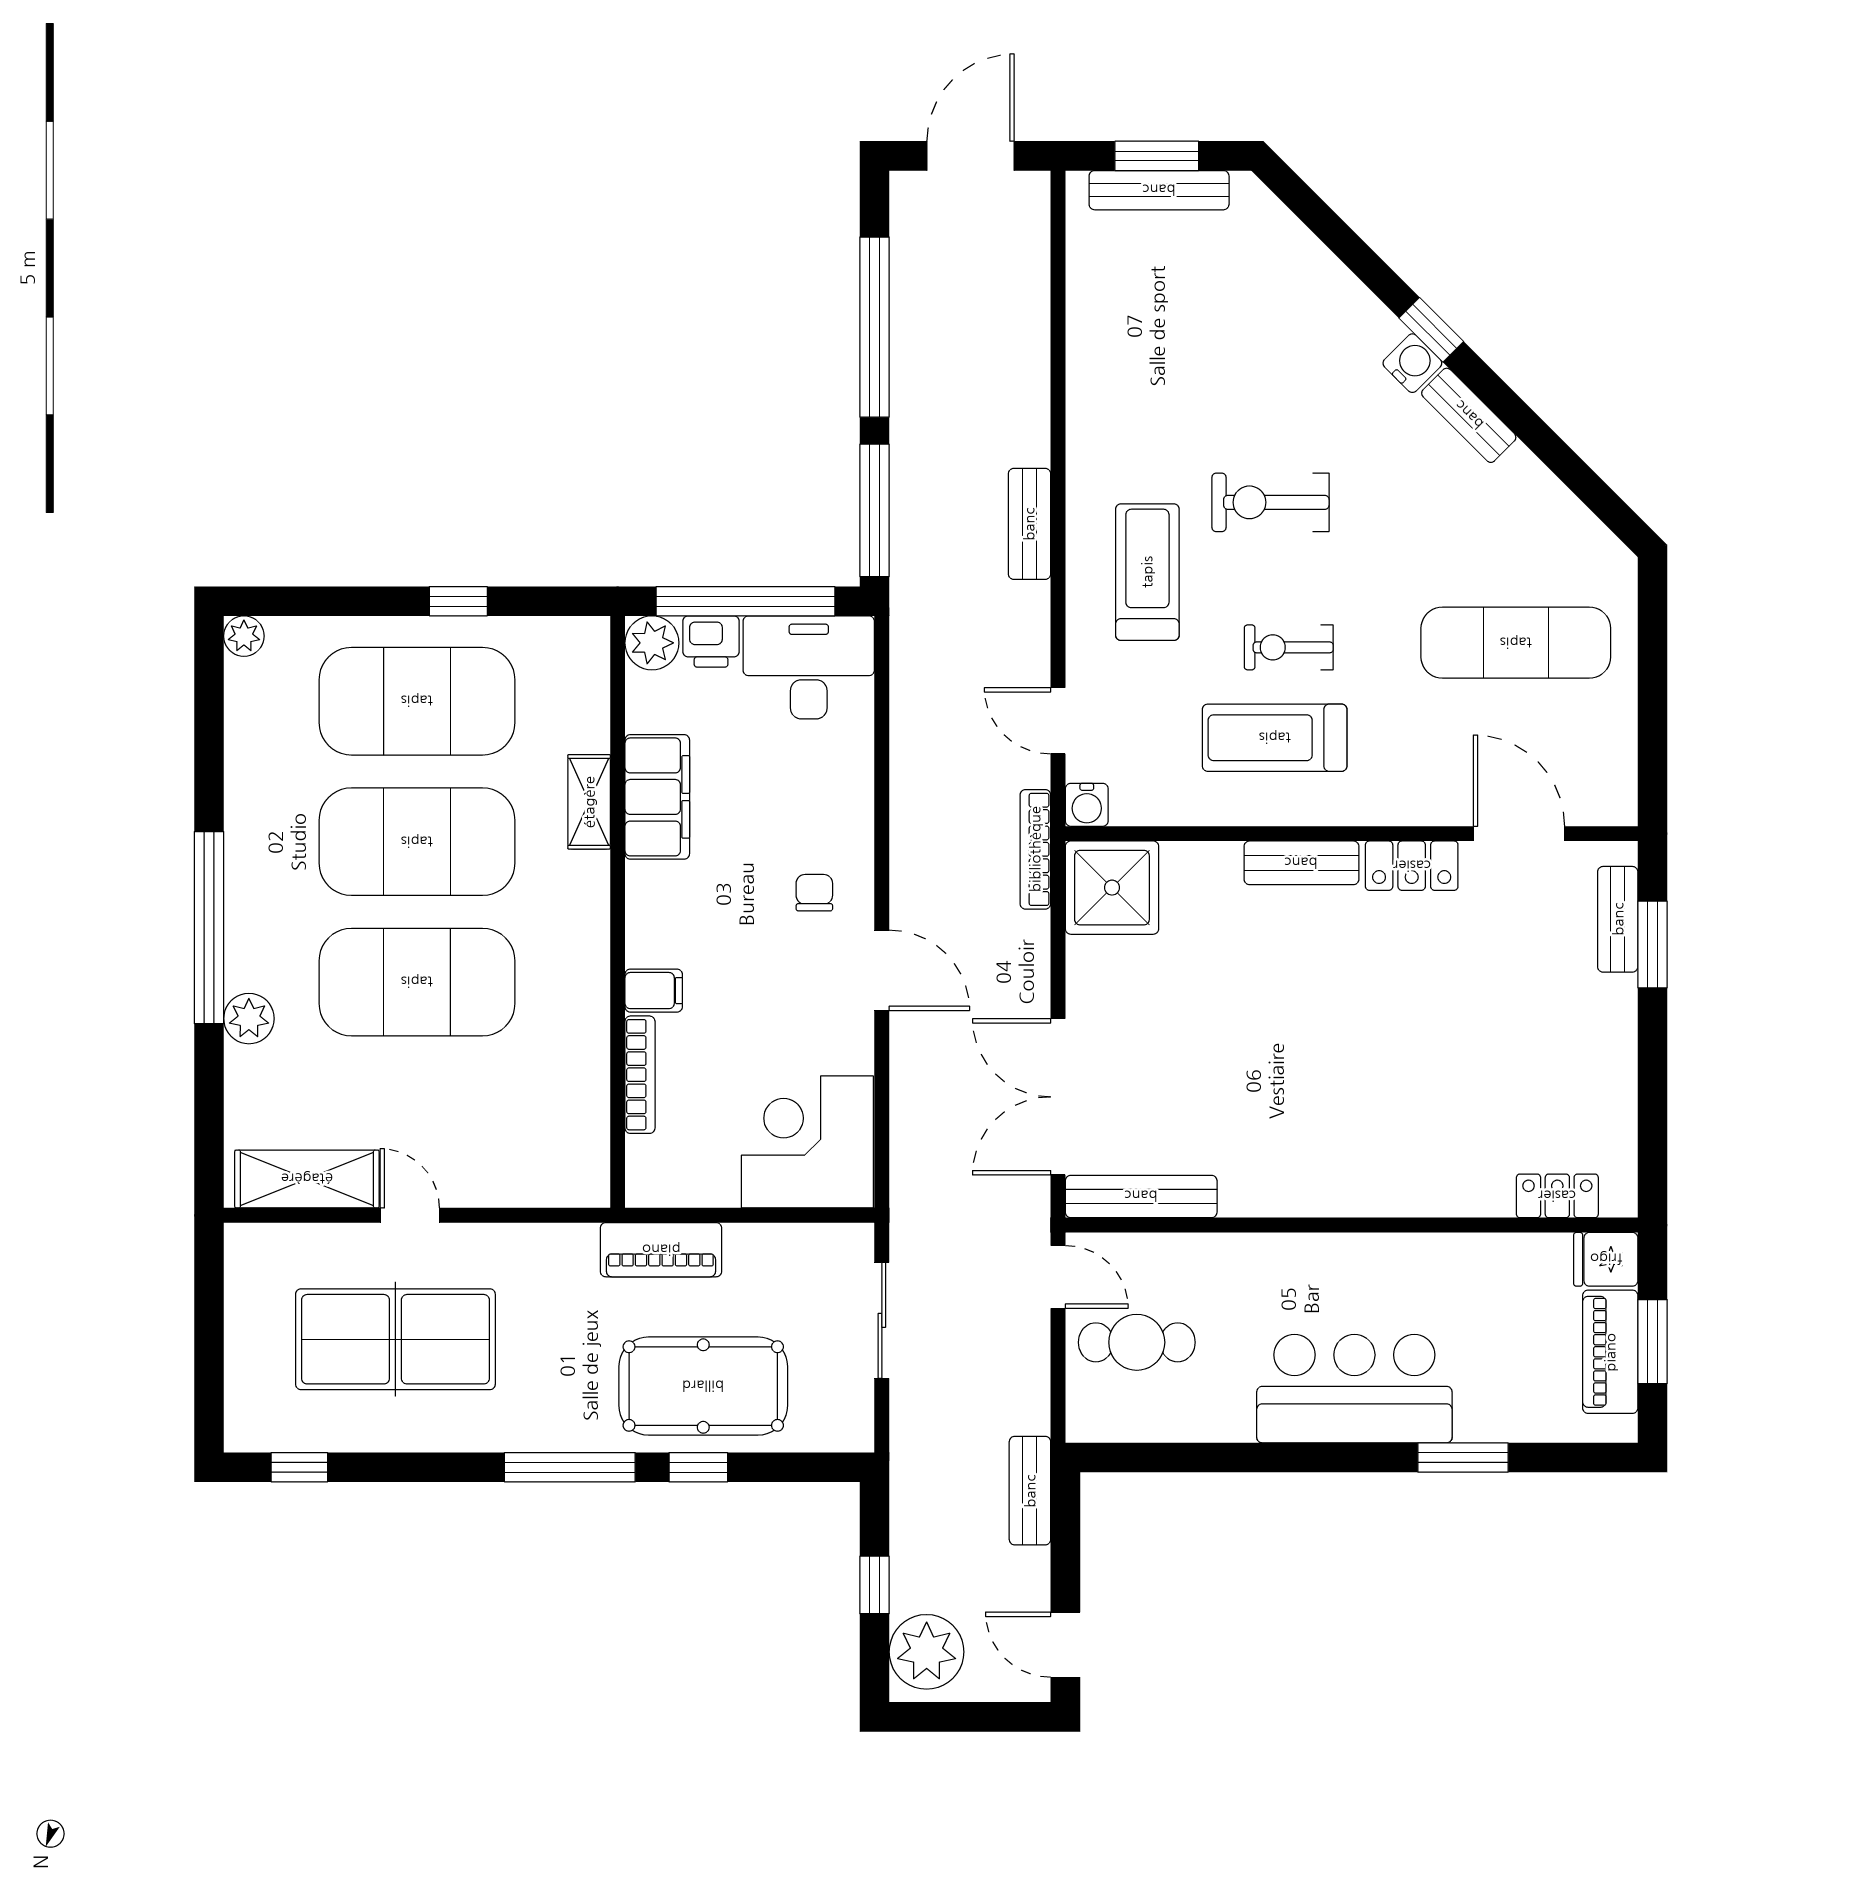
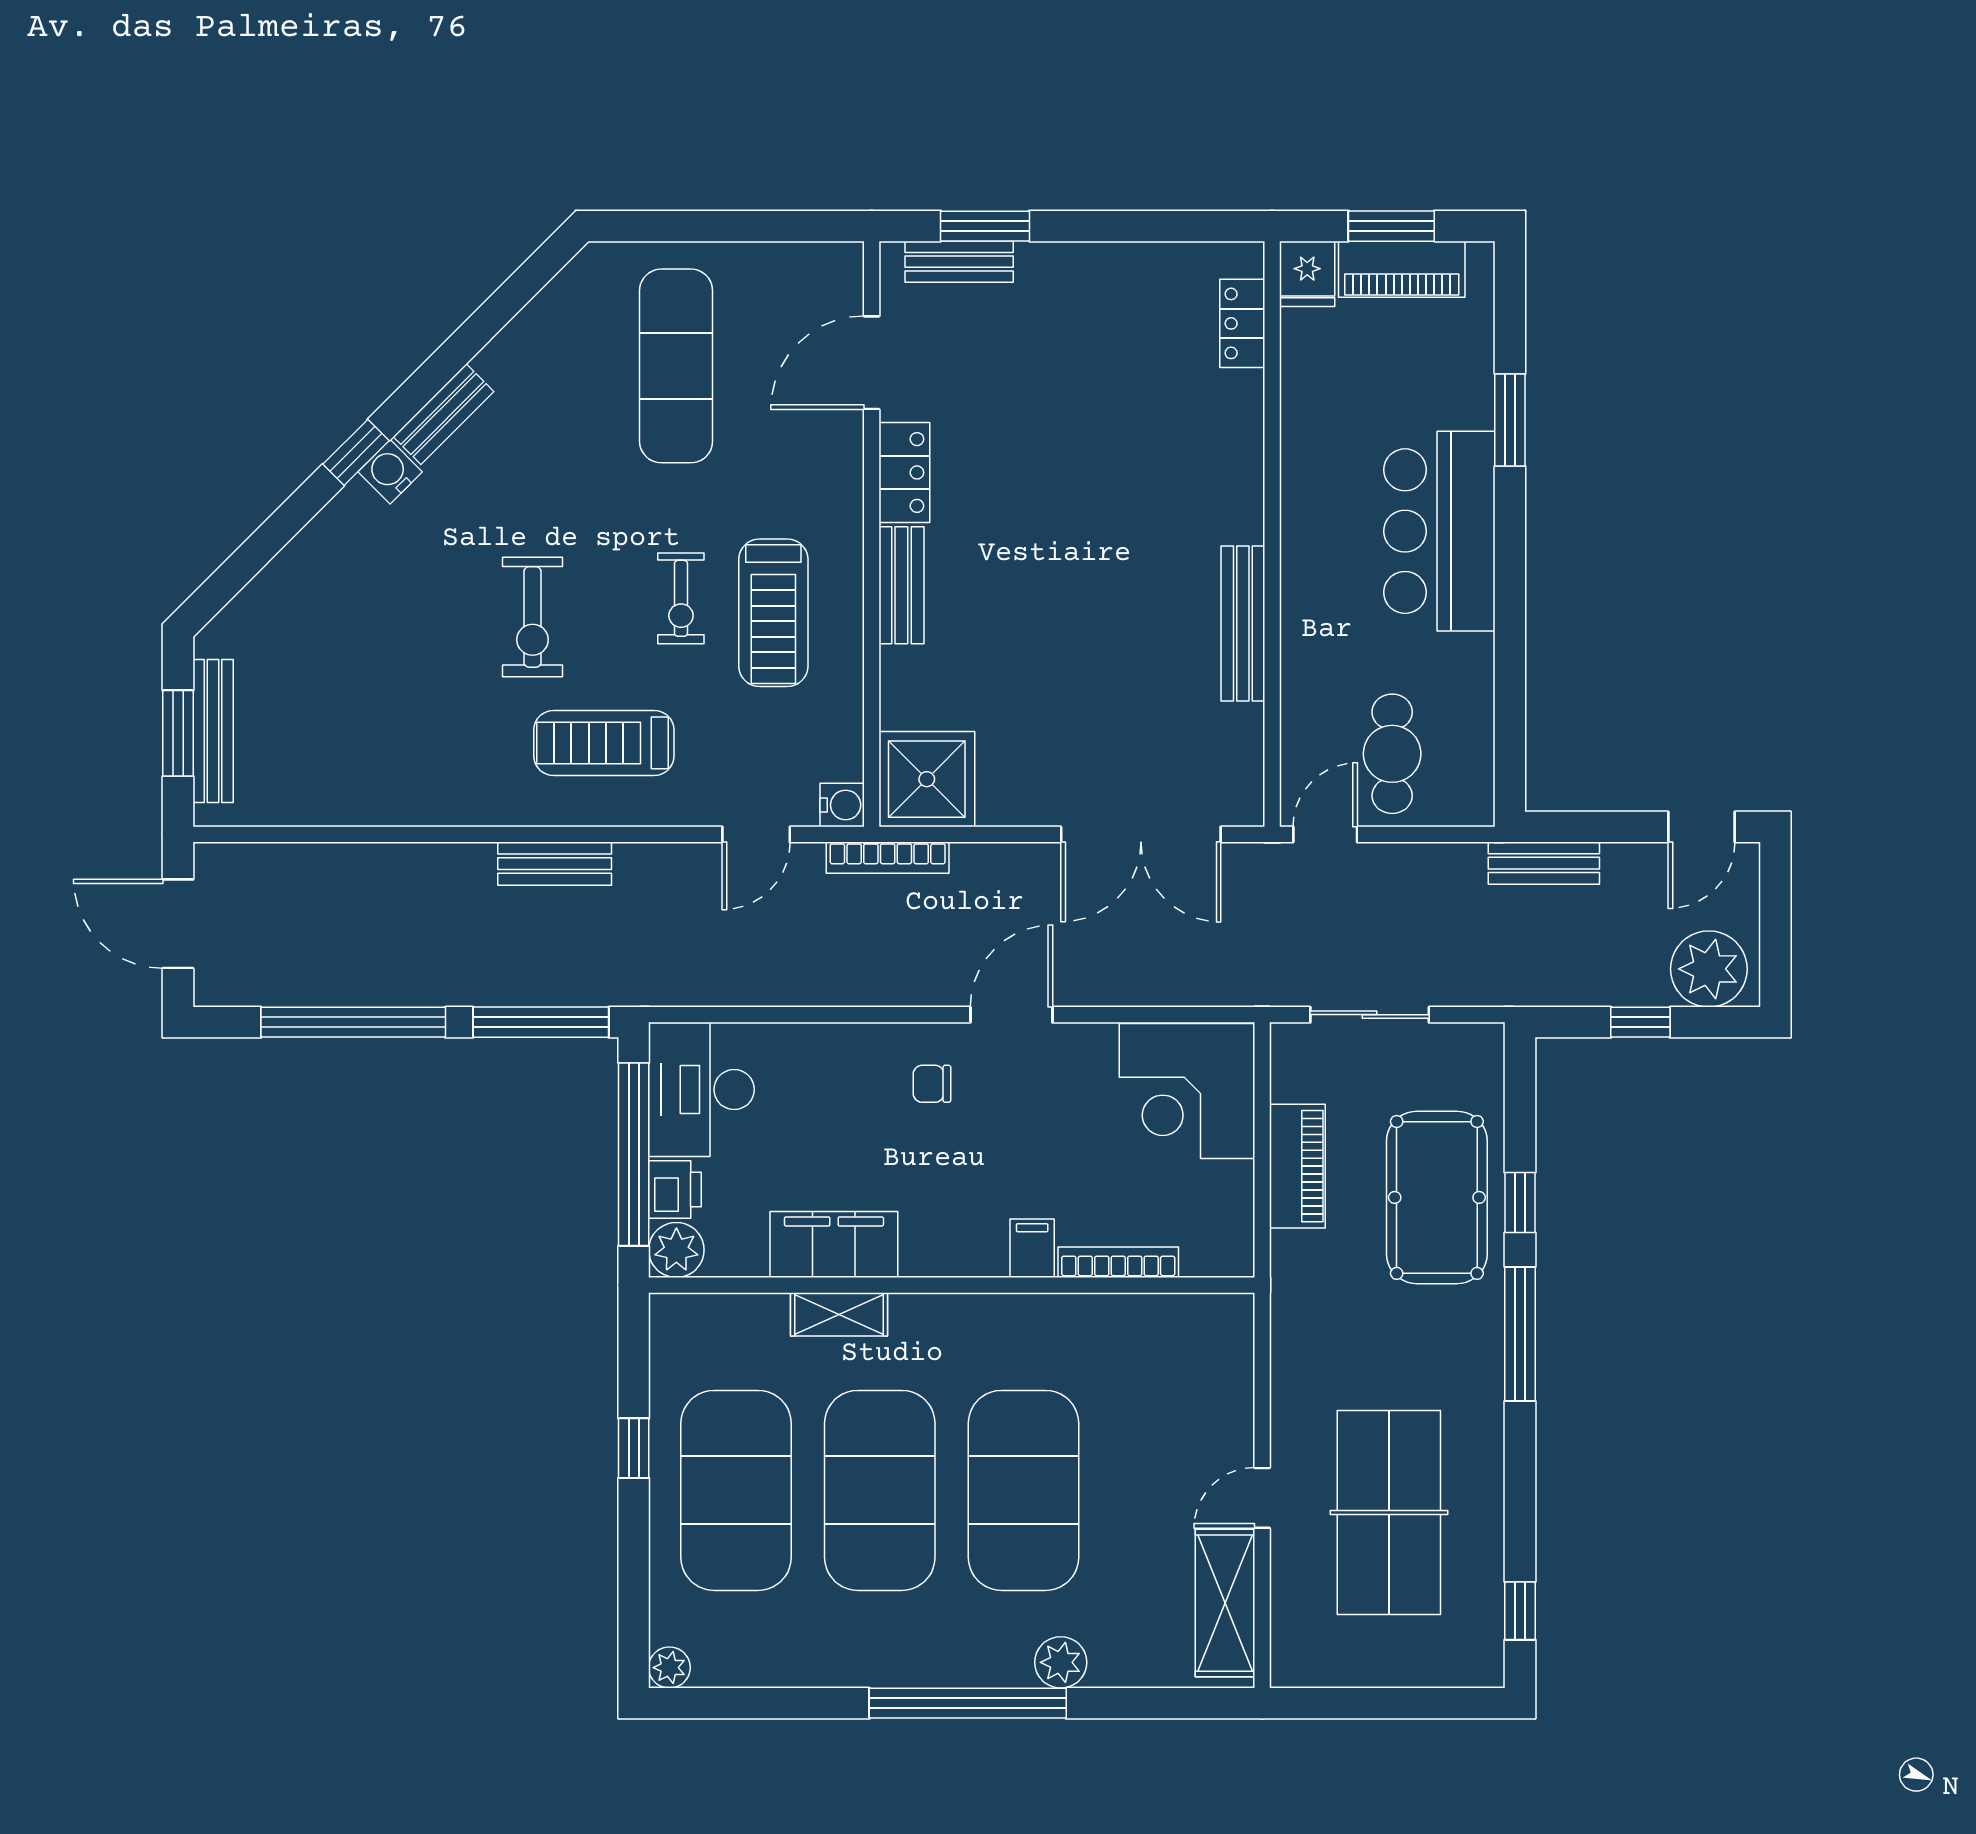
bench: (1141, 1196) -> (1243, 623), moved
piano: (661, 1250) -> (1297, 1166), moved

